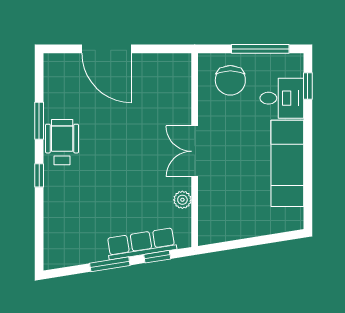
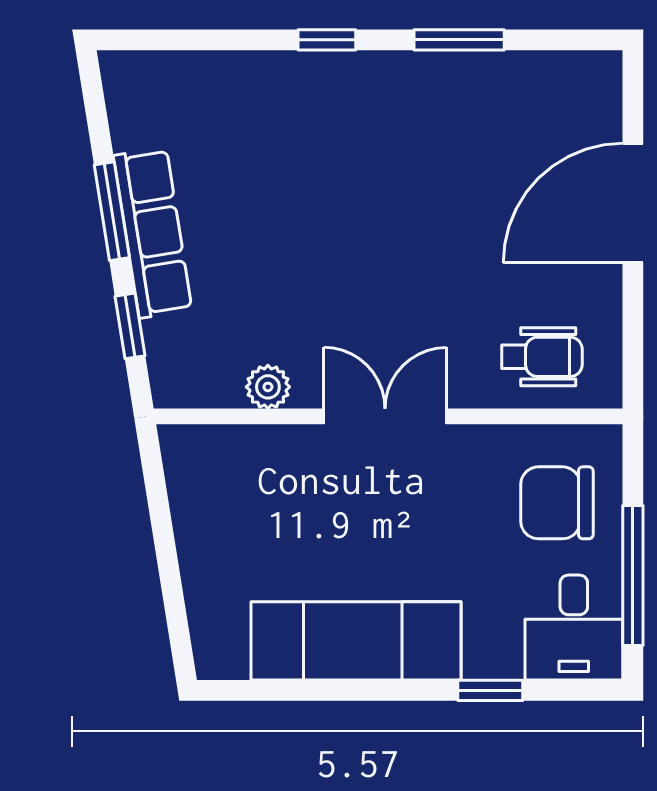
window: (308, 86) -> (490, 690), moved
desk: (282, 98) -> (574, 627), moved
wheelchair: (62, 142) -> (542, 357), moved, width x0.73, depth x0.73
row of seats: (141, 244) -> (153, 233), moved

